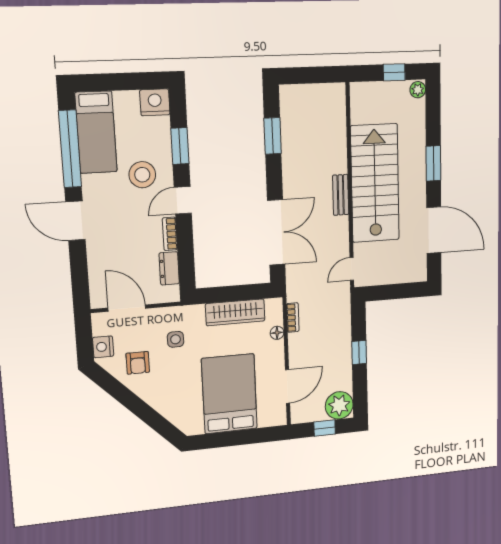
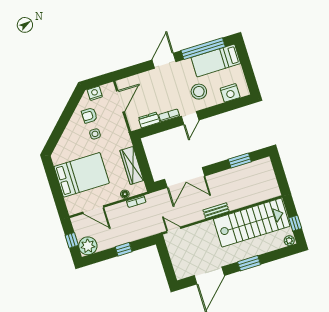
nightstand: (155, 102) -> (230, 93), moved, turned 90
window: (180, 146) -> (220, 109), removed
stairs: (375, 183) -> (252, 223), moved
door: (183, 200) -> (190, 118), swing flipped
side table: (176, 339) -> (95, 134), moved

